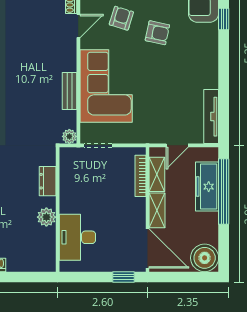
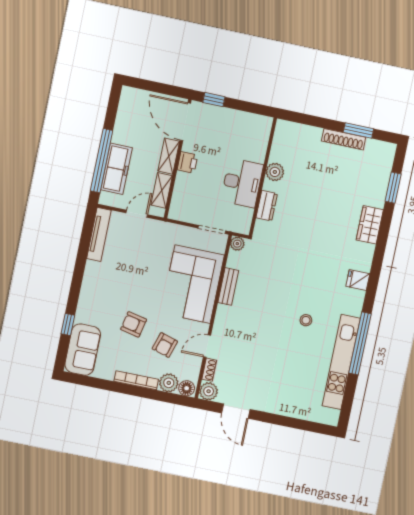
bookcase: (140, 176) -> (178, 192), removed
printer: (137, 208) -> (187, 162), added
desk: (77, 237) -> (242, 183), moved
boiler: (205, 258) -> (133, 101), removed

